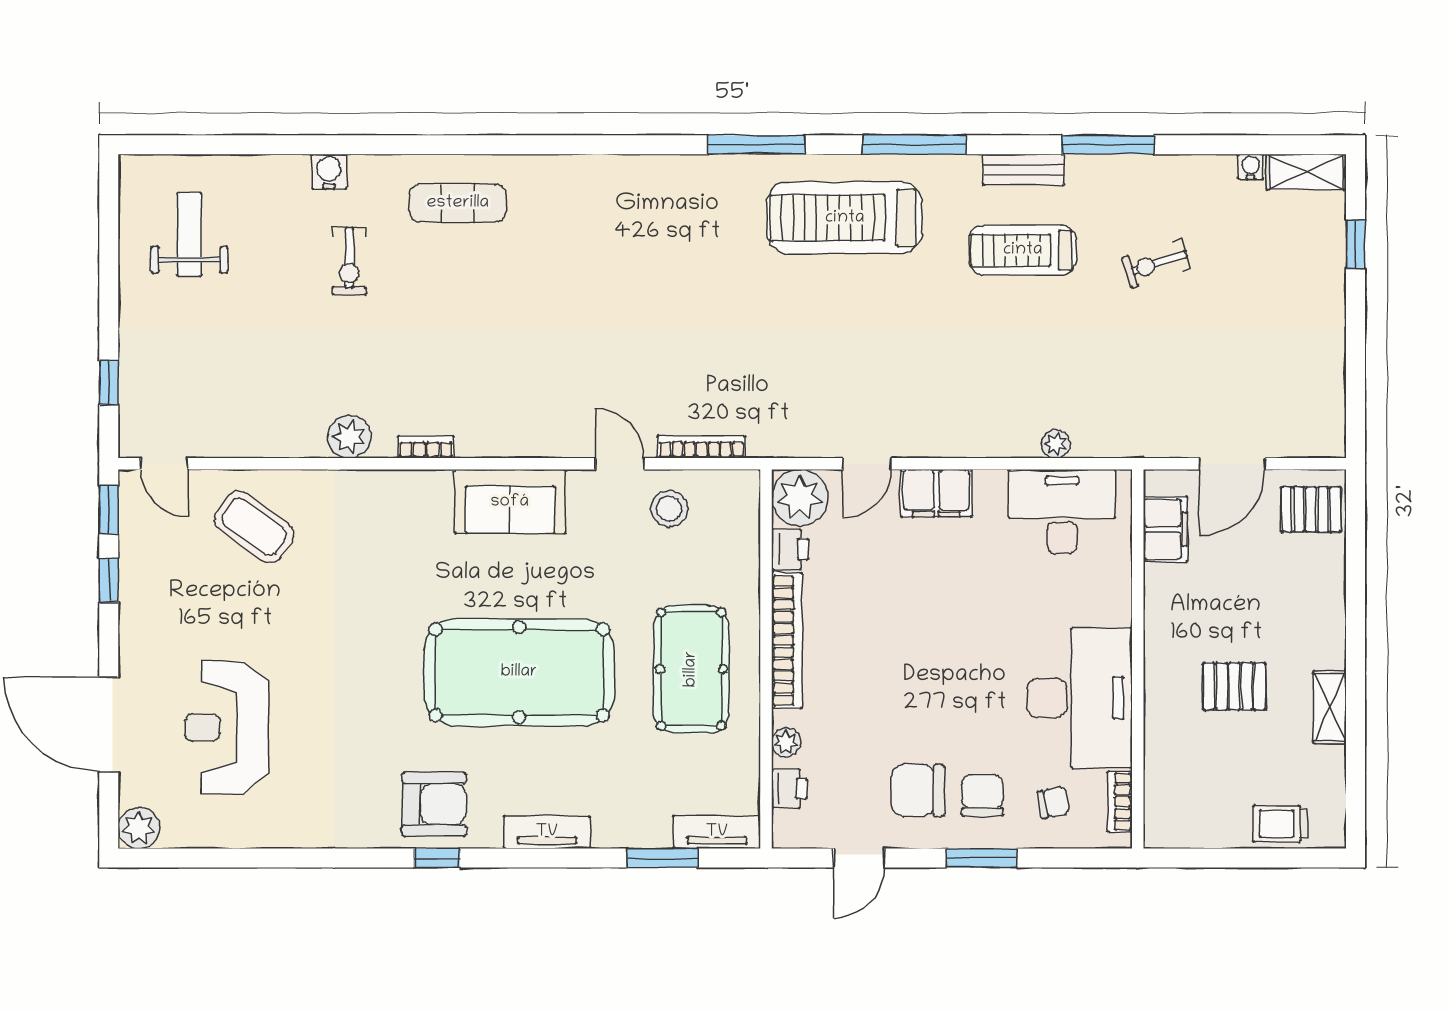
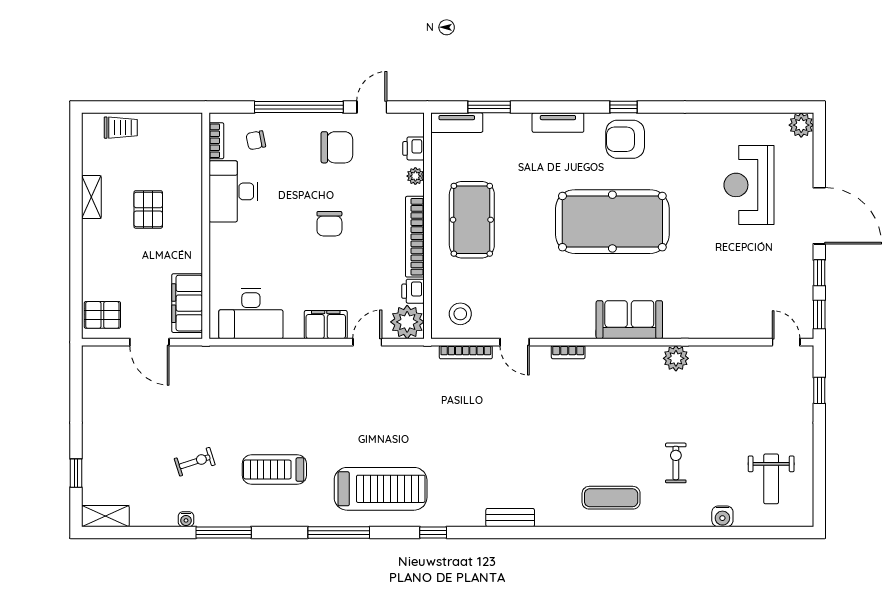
window: (756, 145) -> (433, 532), width x0.46
water cooler: (1251, 167) -> (186, 519), moved
bench: (1024, 170) -> (510, 518), moved
water cooler: (329, 172) -> (722, 516), moved
treadmill: (1023, 250) -> (274, 469), turned 180
plant: (1056, 444) -> (255, 354), removed
bookcase: (426, 447) -> (568, 352), moved
door: (1232, 464) -> (149, 342), swing flipped
sofa: (510, 502) -> (629, 320), moved
stool: (669, 509) -> (460, 314), moved
coffee table: (254, 527) -> (733, 305), removed
filing cabinet: (1165, 529) -> (187, 303), width x1.50, depth x1.17
pool table: (519, 672) -> (612, 222), moved
pallet: (1234, 686) -> (148, 209), turned 90
desk: (1079, 698) -> (233, 191), width x0.73, depth x0.77
door: (109, 725) -> (819, 216), moved
reception desk: (227, 727) -> (749, 185), turned 180
chair: (982, 795) -> (329, 224), moved
window: (982, 858) -> (299, 107), width x2.11

